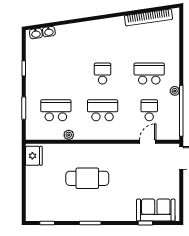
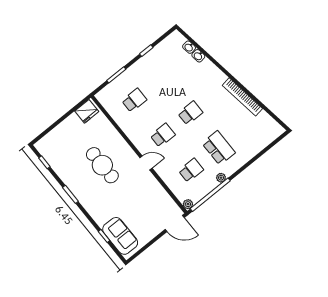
bookcase: (148, 17) -> (242, 97), moved
washbasin: (36, 34) -> (198, 56), moved
school desk: (56, 110) -> (134, 100), width x0.54
school desk: (103, 110) -> (163, 135), width x0.54
plant: (69, 135) -> (188, 204), moved
door: (148, 142) -> (146, 163), moved

